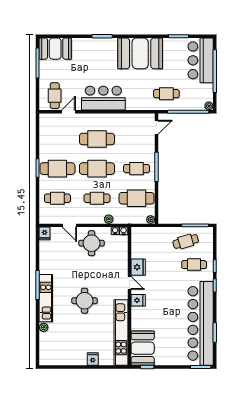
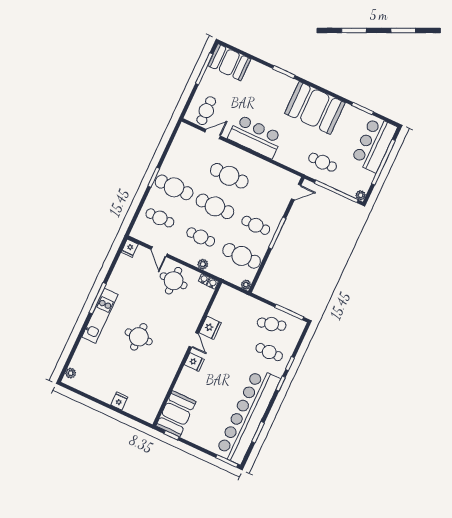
plant: (44, 327) -> (71, 373), moved
kitchen unit: (121, 333) -> (161, 387), removed

